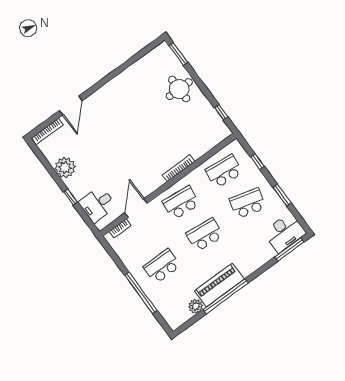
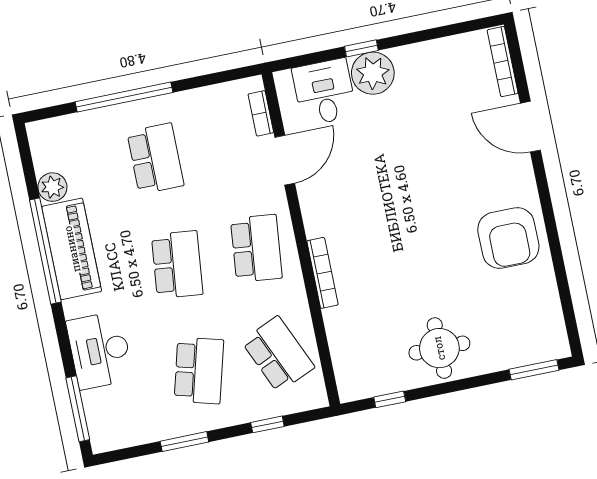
round table: (179, 89) -> (439, 348), moved
armchair: (125, 93) -> (508, 238), added
plant: (65, 167) -> (373, 73), moved
school desk: (224, 171) -> (278, 354), turned -30
door: (136, 208) -> (285, 160), hinge flipped
desk: (285, 233) -> (100, 350), moved

